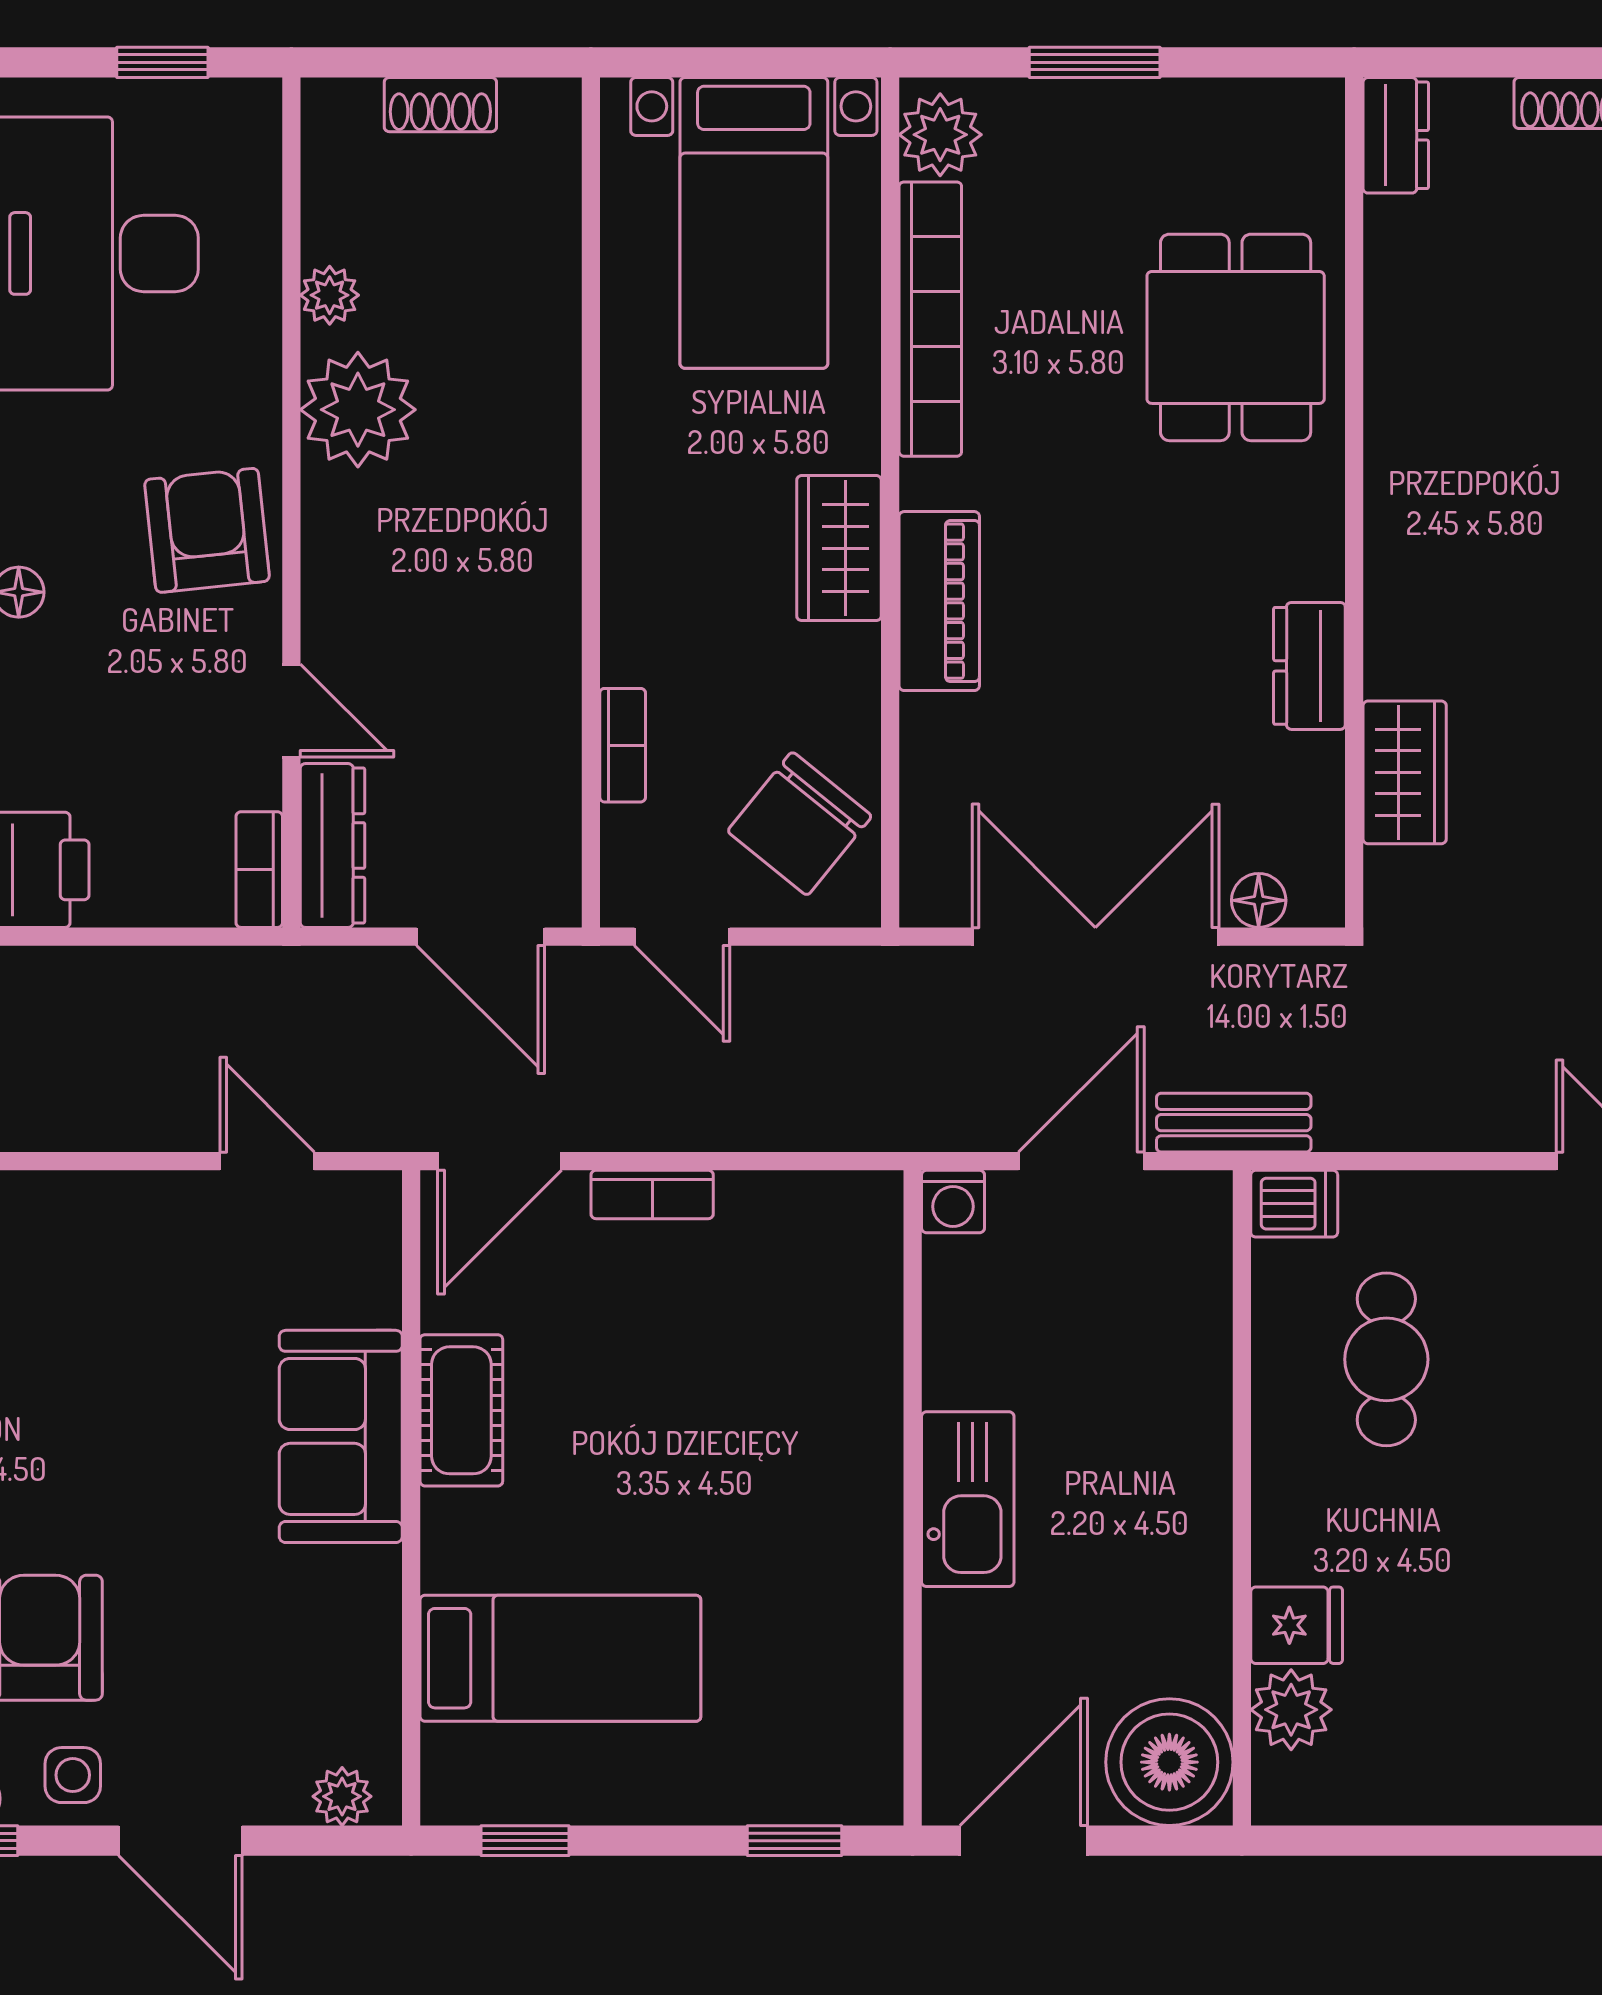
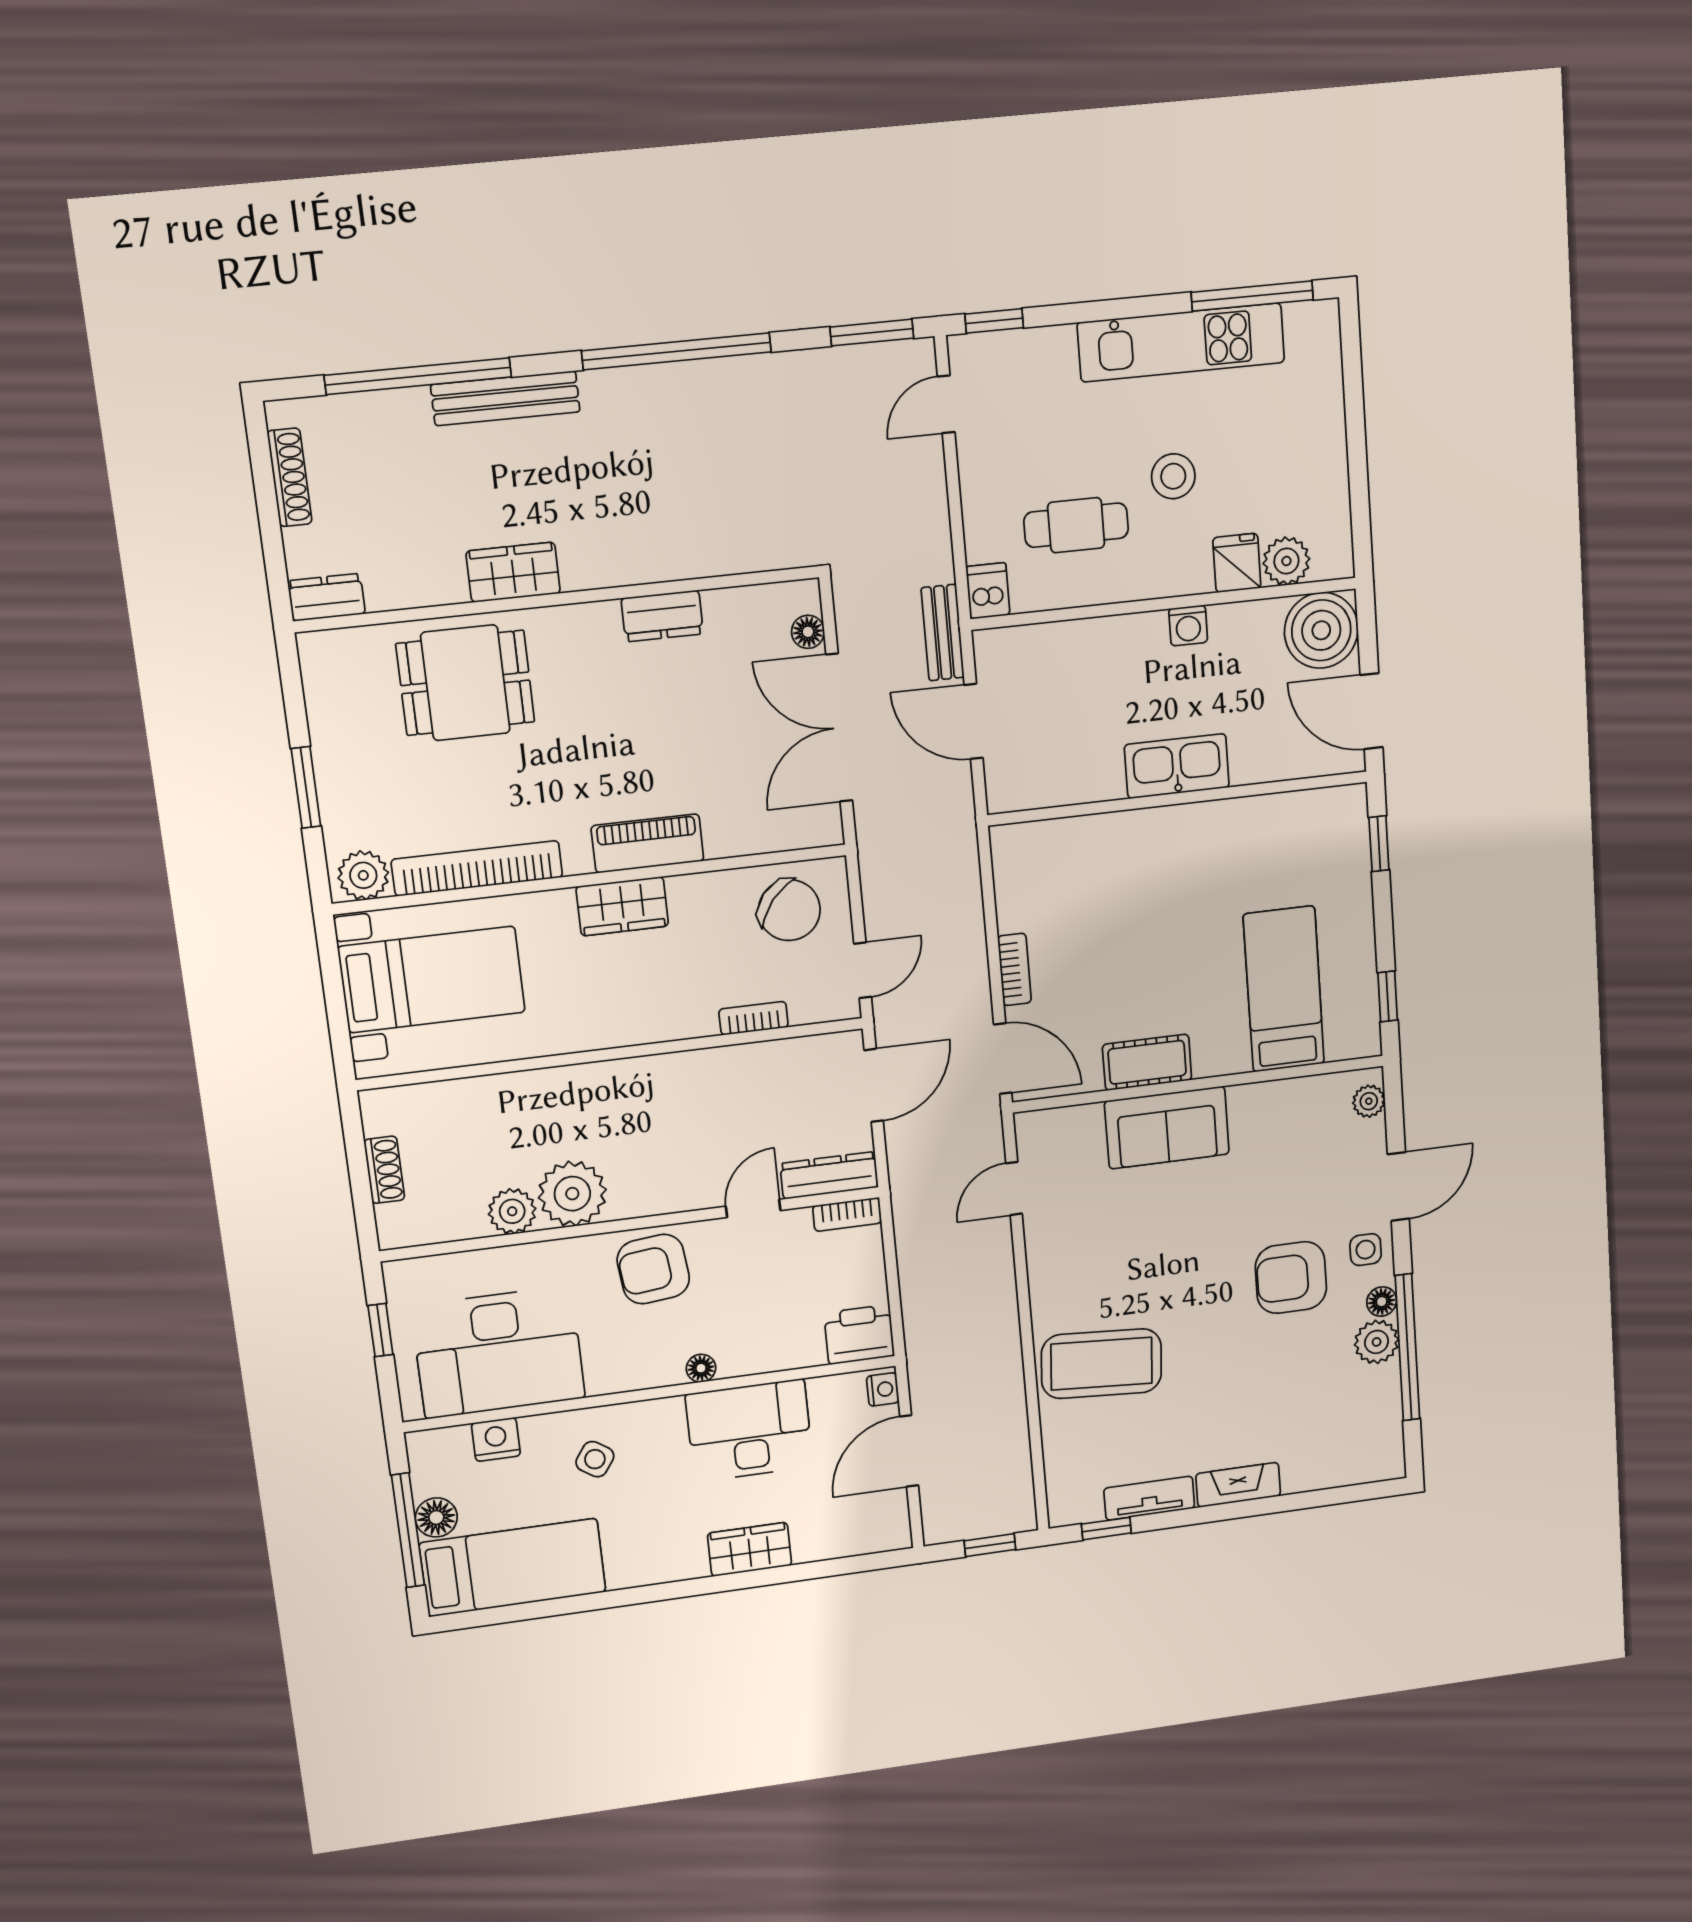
plant: (330, 295) -> (512, 1211), width x1.38, depth x1.38
wardrobe: (1405, 772) -> (513, 572), moved
washing machine: (953, 1201) -> (1188, 626), moved, turned 90
stool: (1450, 1528) -> (1173, 476), added

